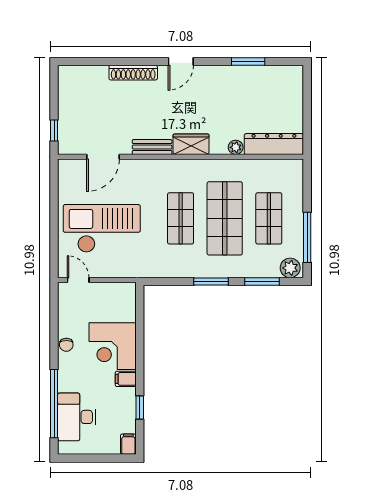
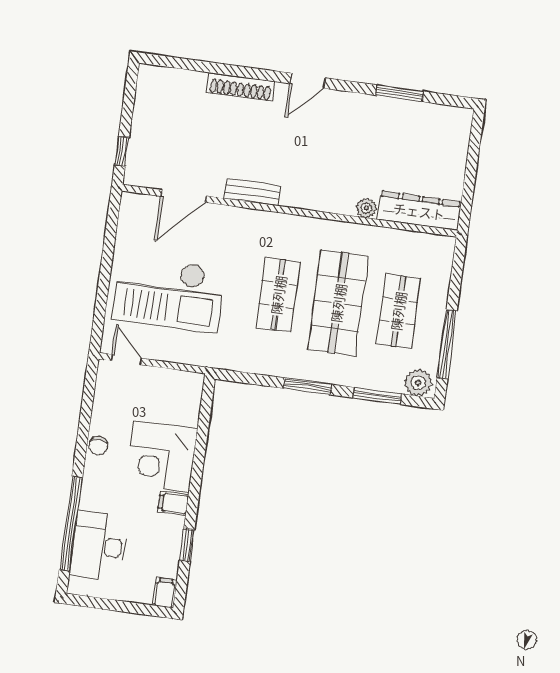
wardrobe: (191, 144) -> (306, 196), removed
checkout: (102, 229) -> (169, 294), turned 180

